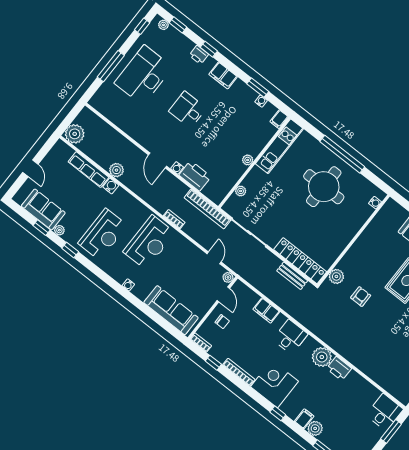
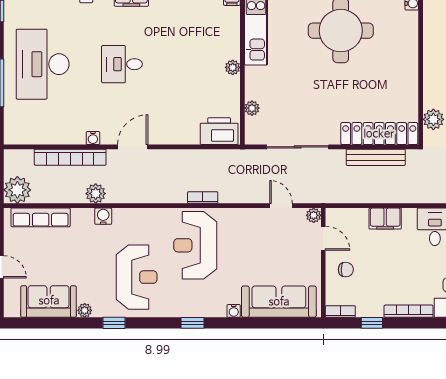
door: (157, 160) -> (133, 147), swing flipped
water cooler: (177, 168) -> (93, 138), moved
row of seats: (89, 170) -> (41, 217), moved
printer: (195, 176) -> (219, 131), moved
bookcase: (207, 209) -> (70, 157), moved
window: (42, 228) -> (193, 323), moved
reception desk: (149, 242) -> (195, 245), turned 180
bench: (292, 276) -> (376, 157), width x1.36
water cooler: (128, 285) -> (234, 311), moved

